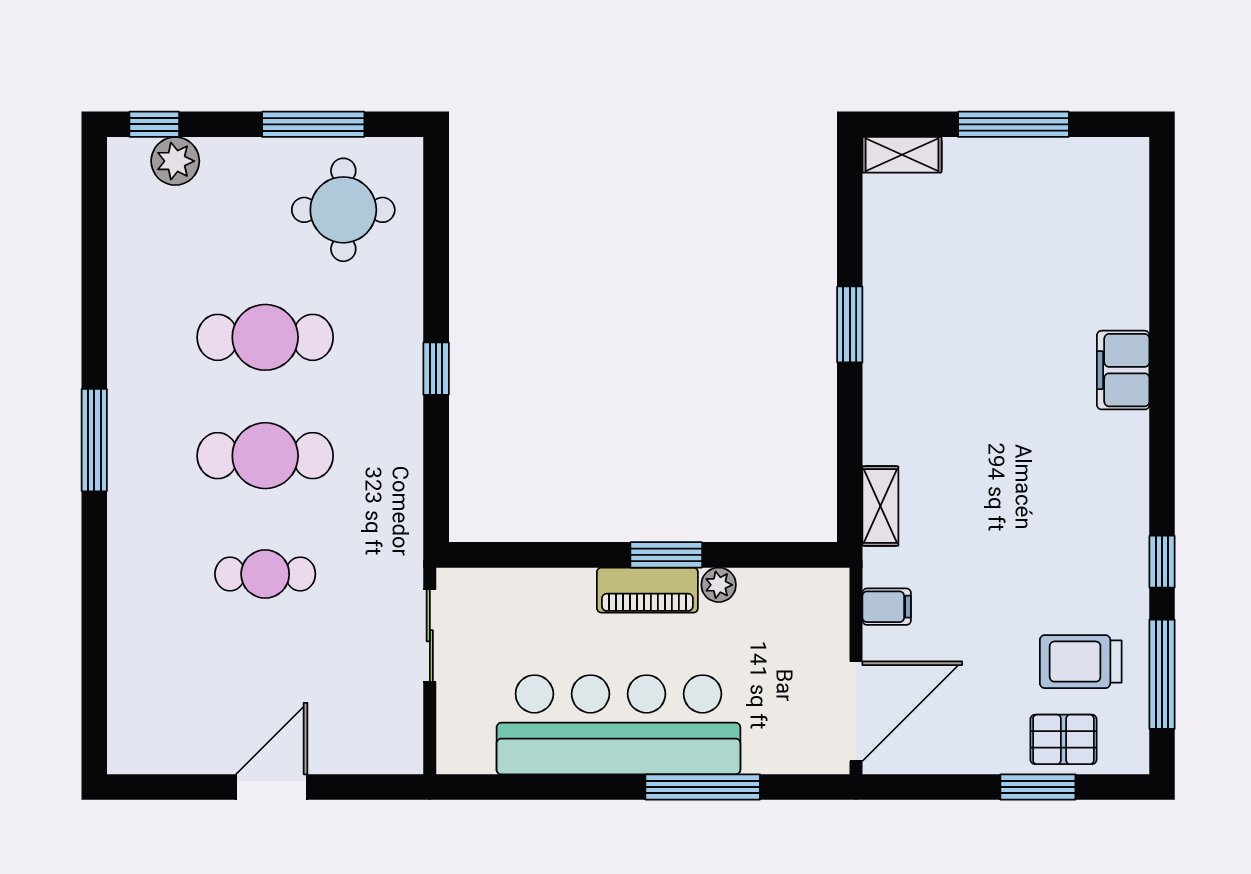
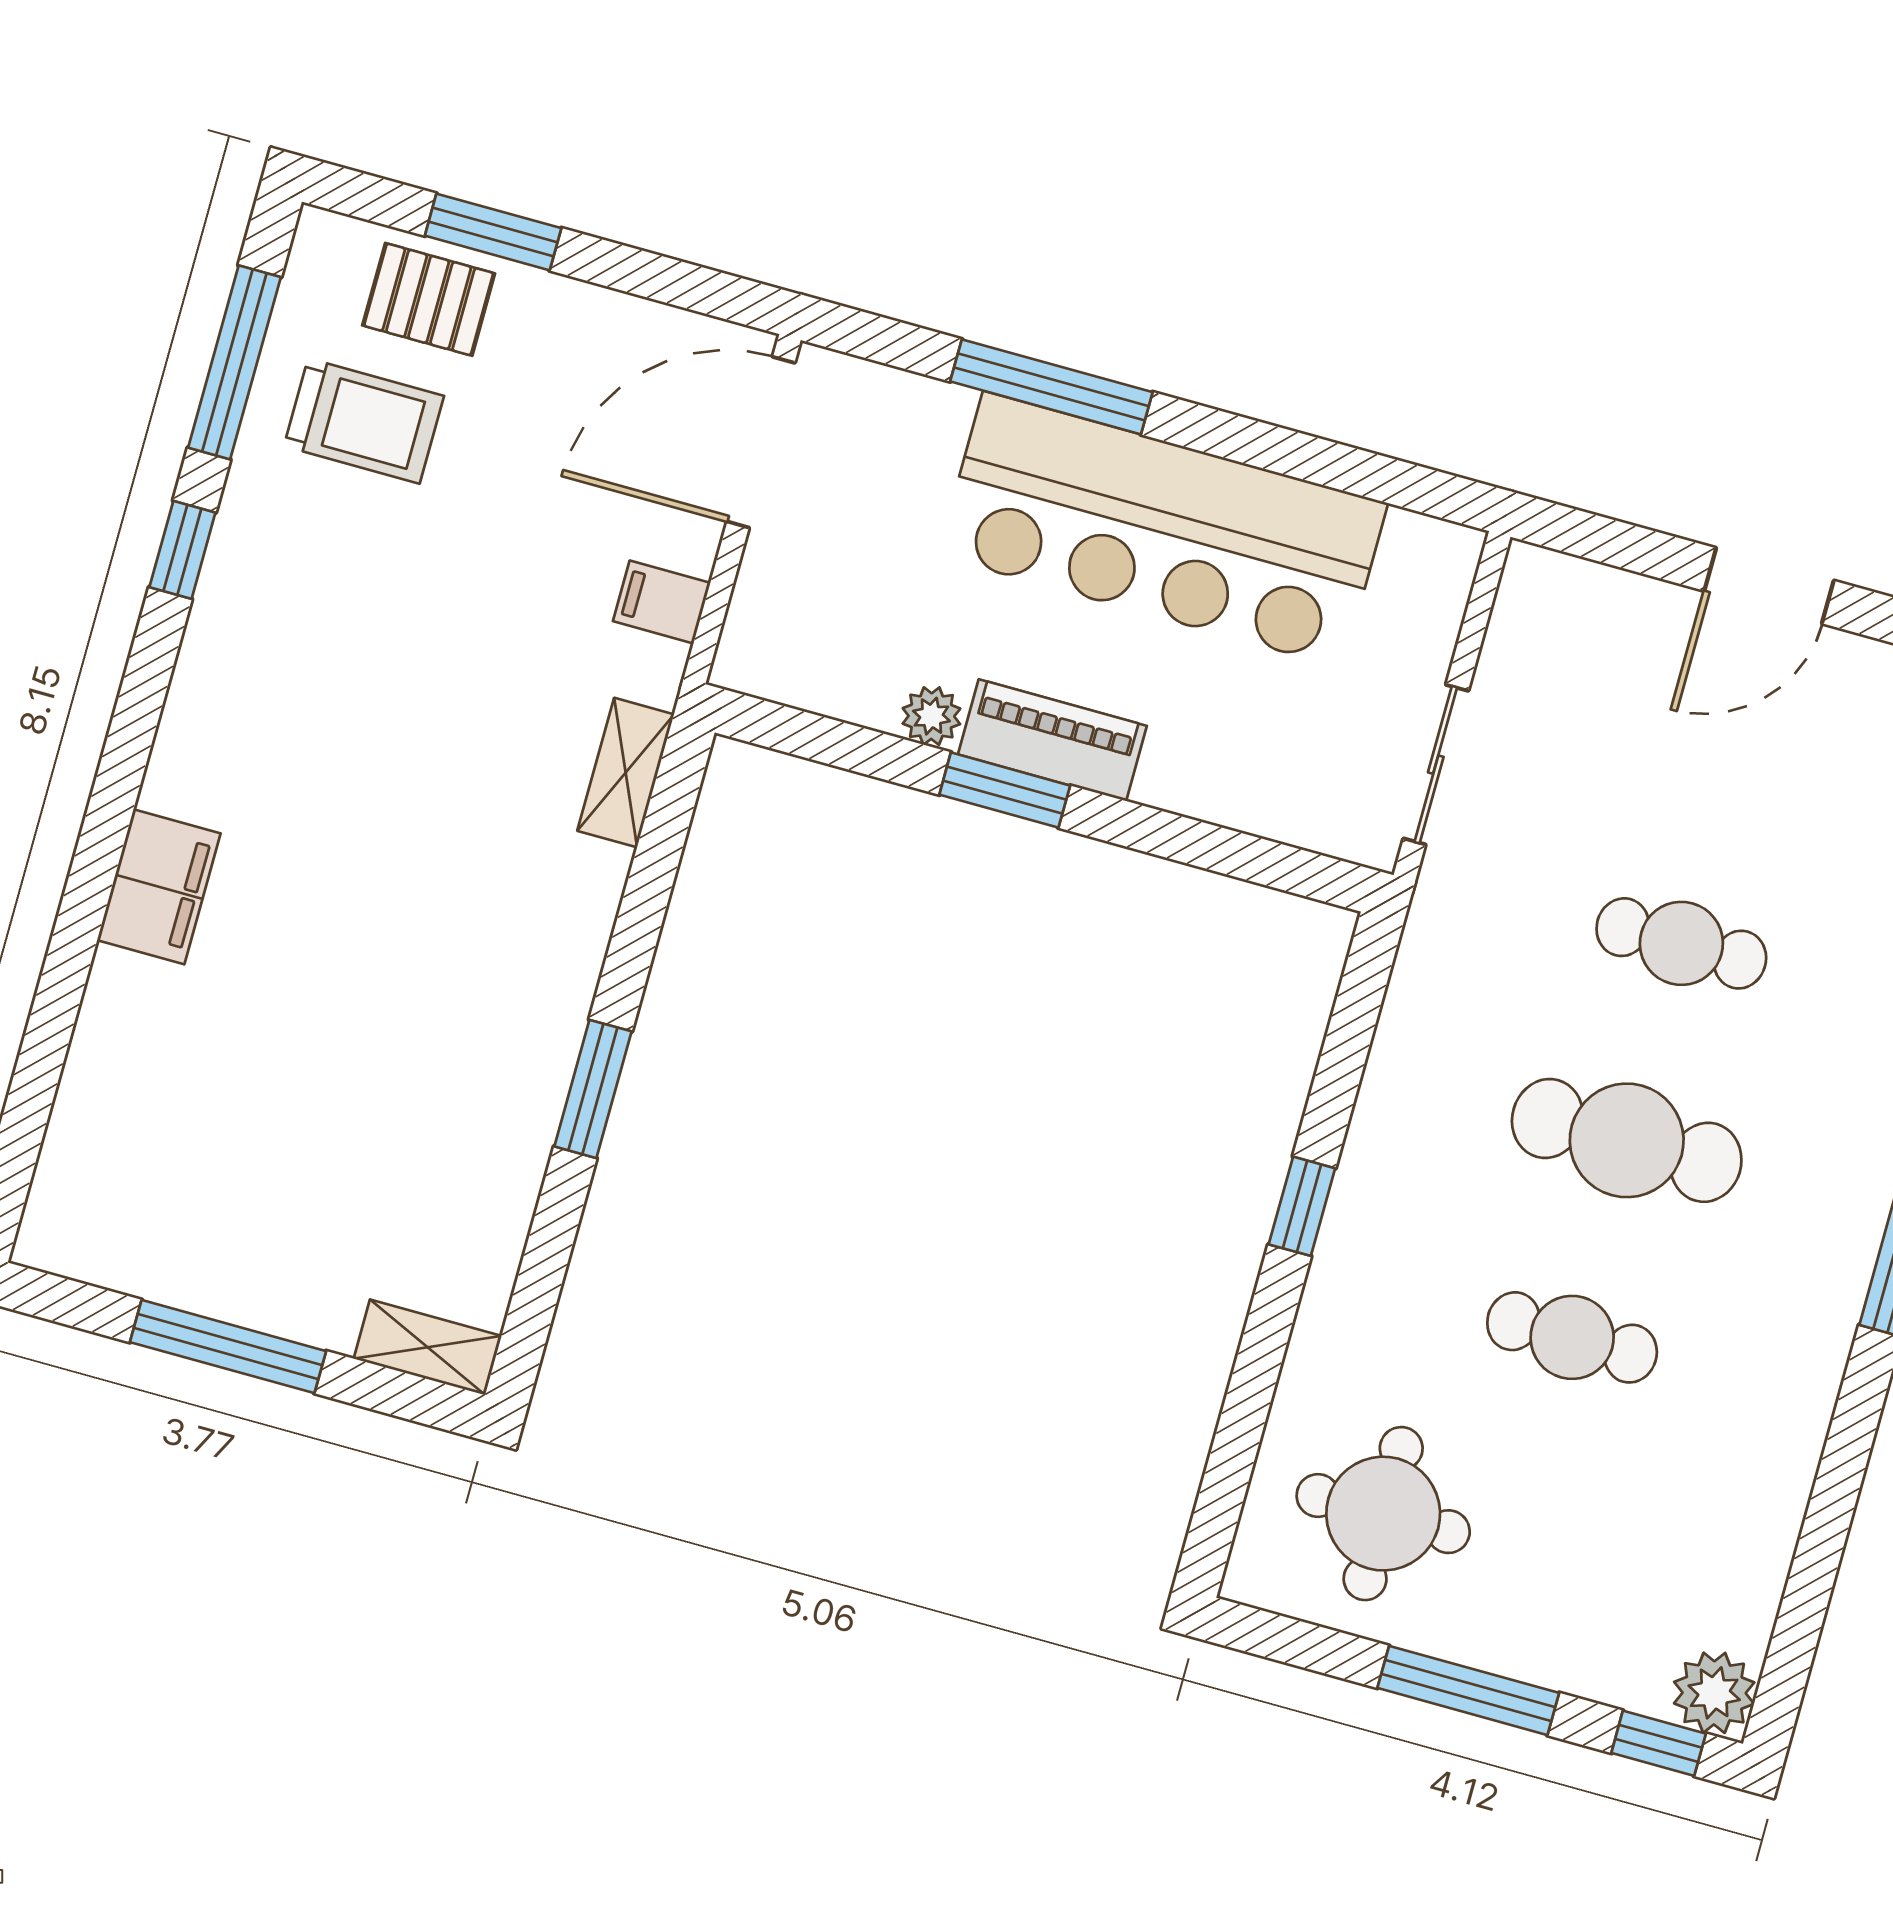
window: (313, 124) -> (1468, 1690), moved
plant: (175, 161) -> (1714, 1693), moved
cafe table: (265, 337) -> (1572, 1337), width x0.73, depth x0.74

